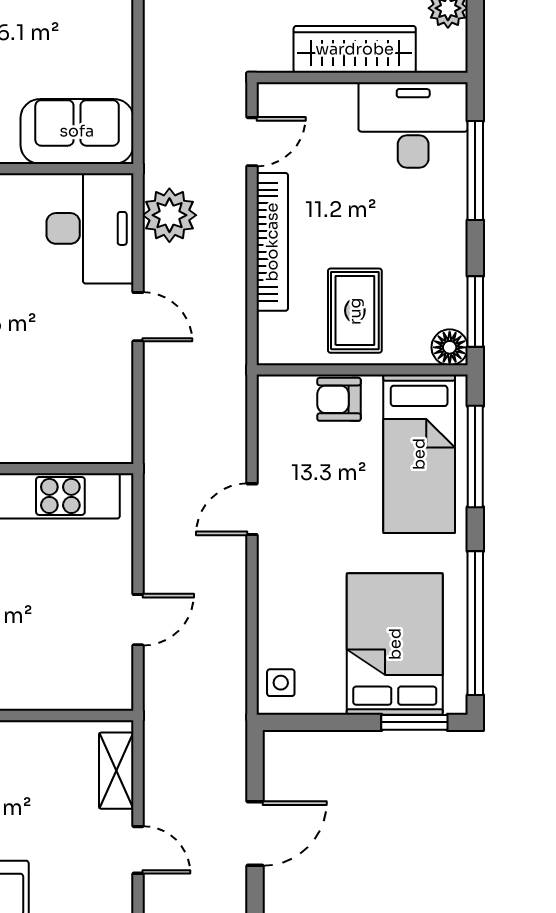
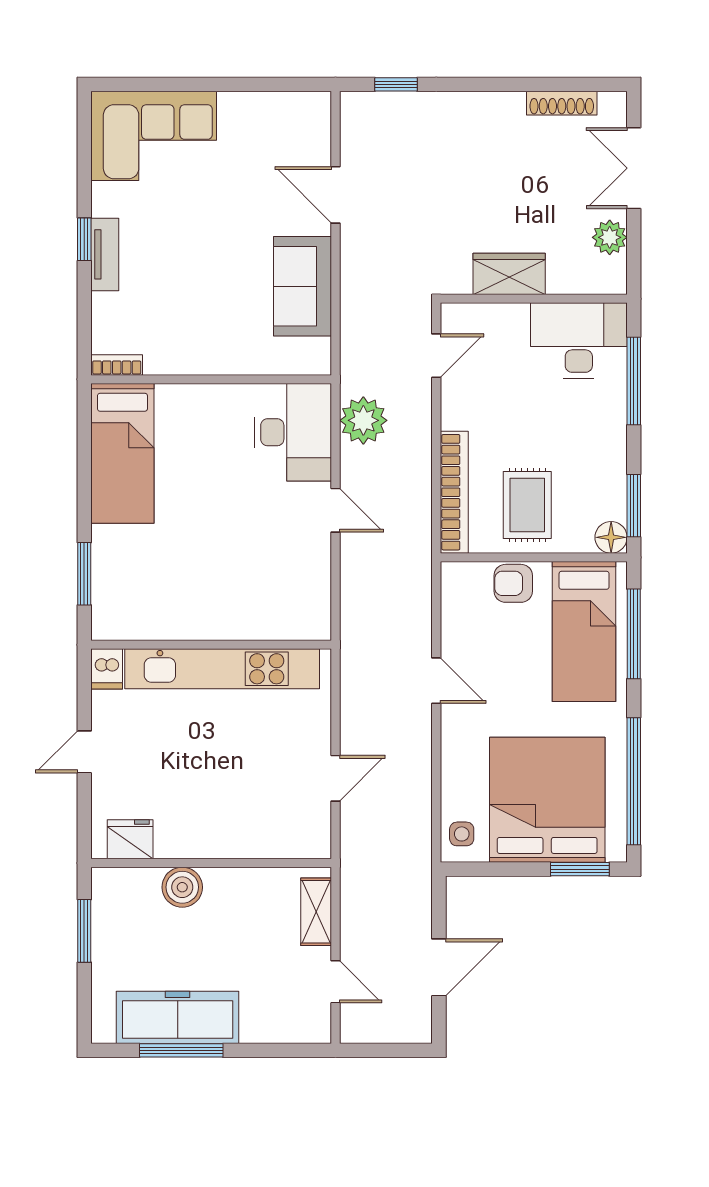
wardrobe: (355, 49) -> (509, 274), width x0.67
sofa: (77, 131) -> (303, 286), moved, turned -90
bookcase: (272, 242) -> (454, 492), moved
door: (252, 509) -> (436, 681), swing flipped
bed: (395, 644) -> (547, 800), width x1.36

